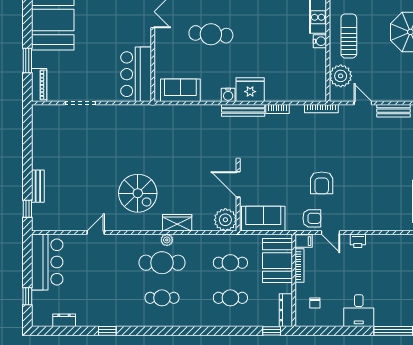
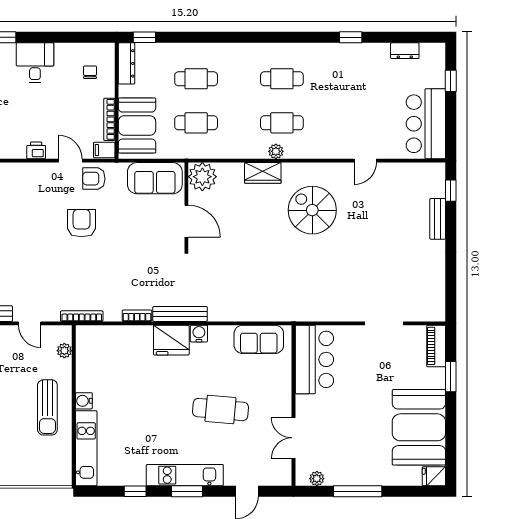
plant: (341, 76) -> (64, 351), width x0.53, depth x0.53
cafe table: (162, 263) -> (282, 123), width x0.73, depth x0.74

